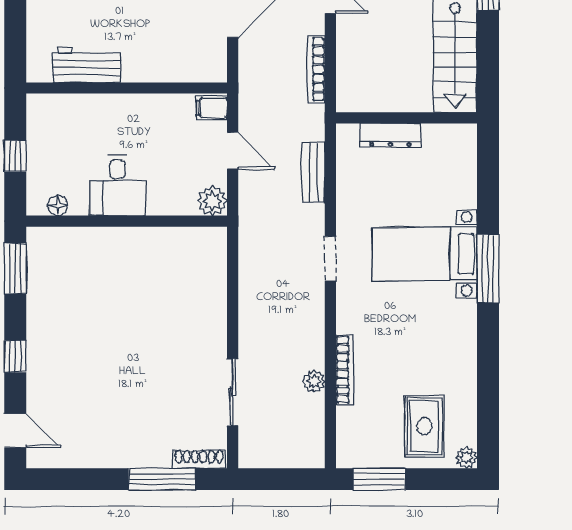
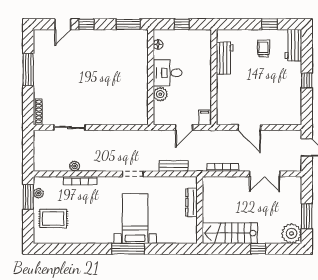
plant: (212, 201) -> (160, 94), moved
door: (15, 431) -> (63, 24), moved
plant: (466, 458) -> (38, 193), moved
window: (162, 479) -> (28, 70), moved

